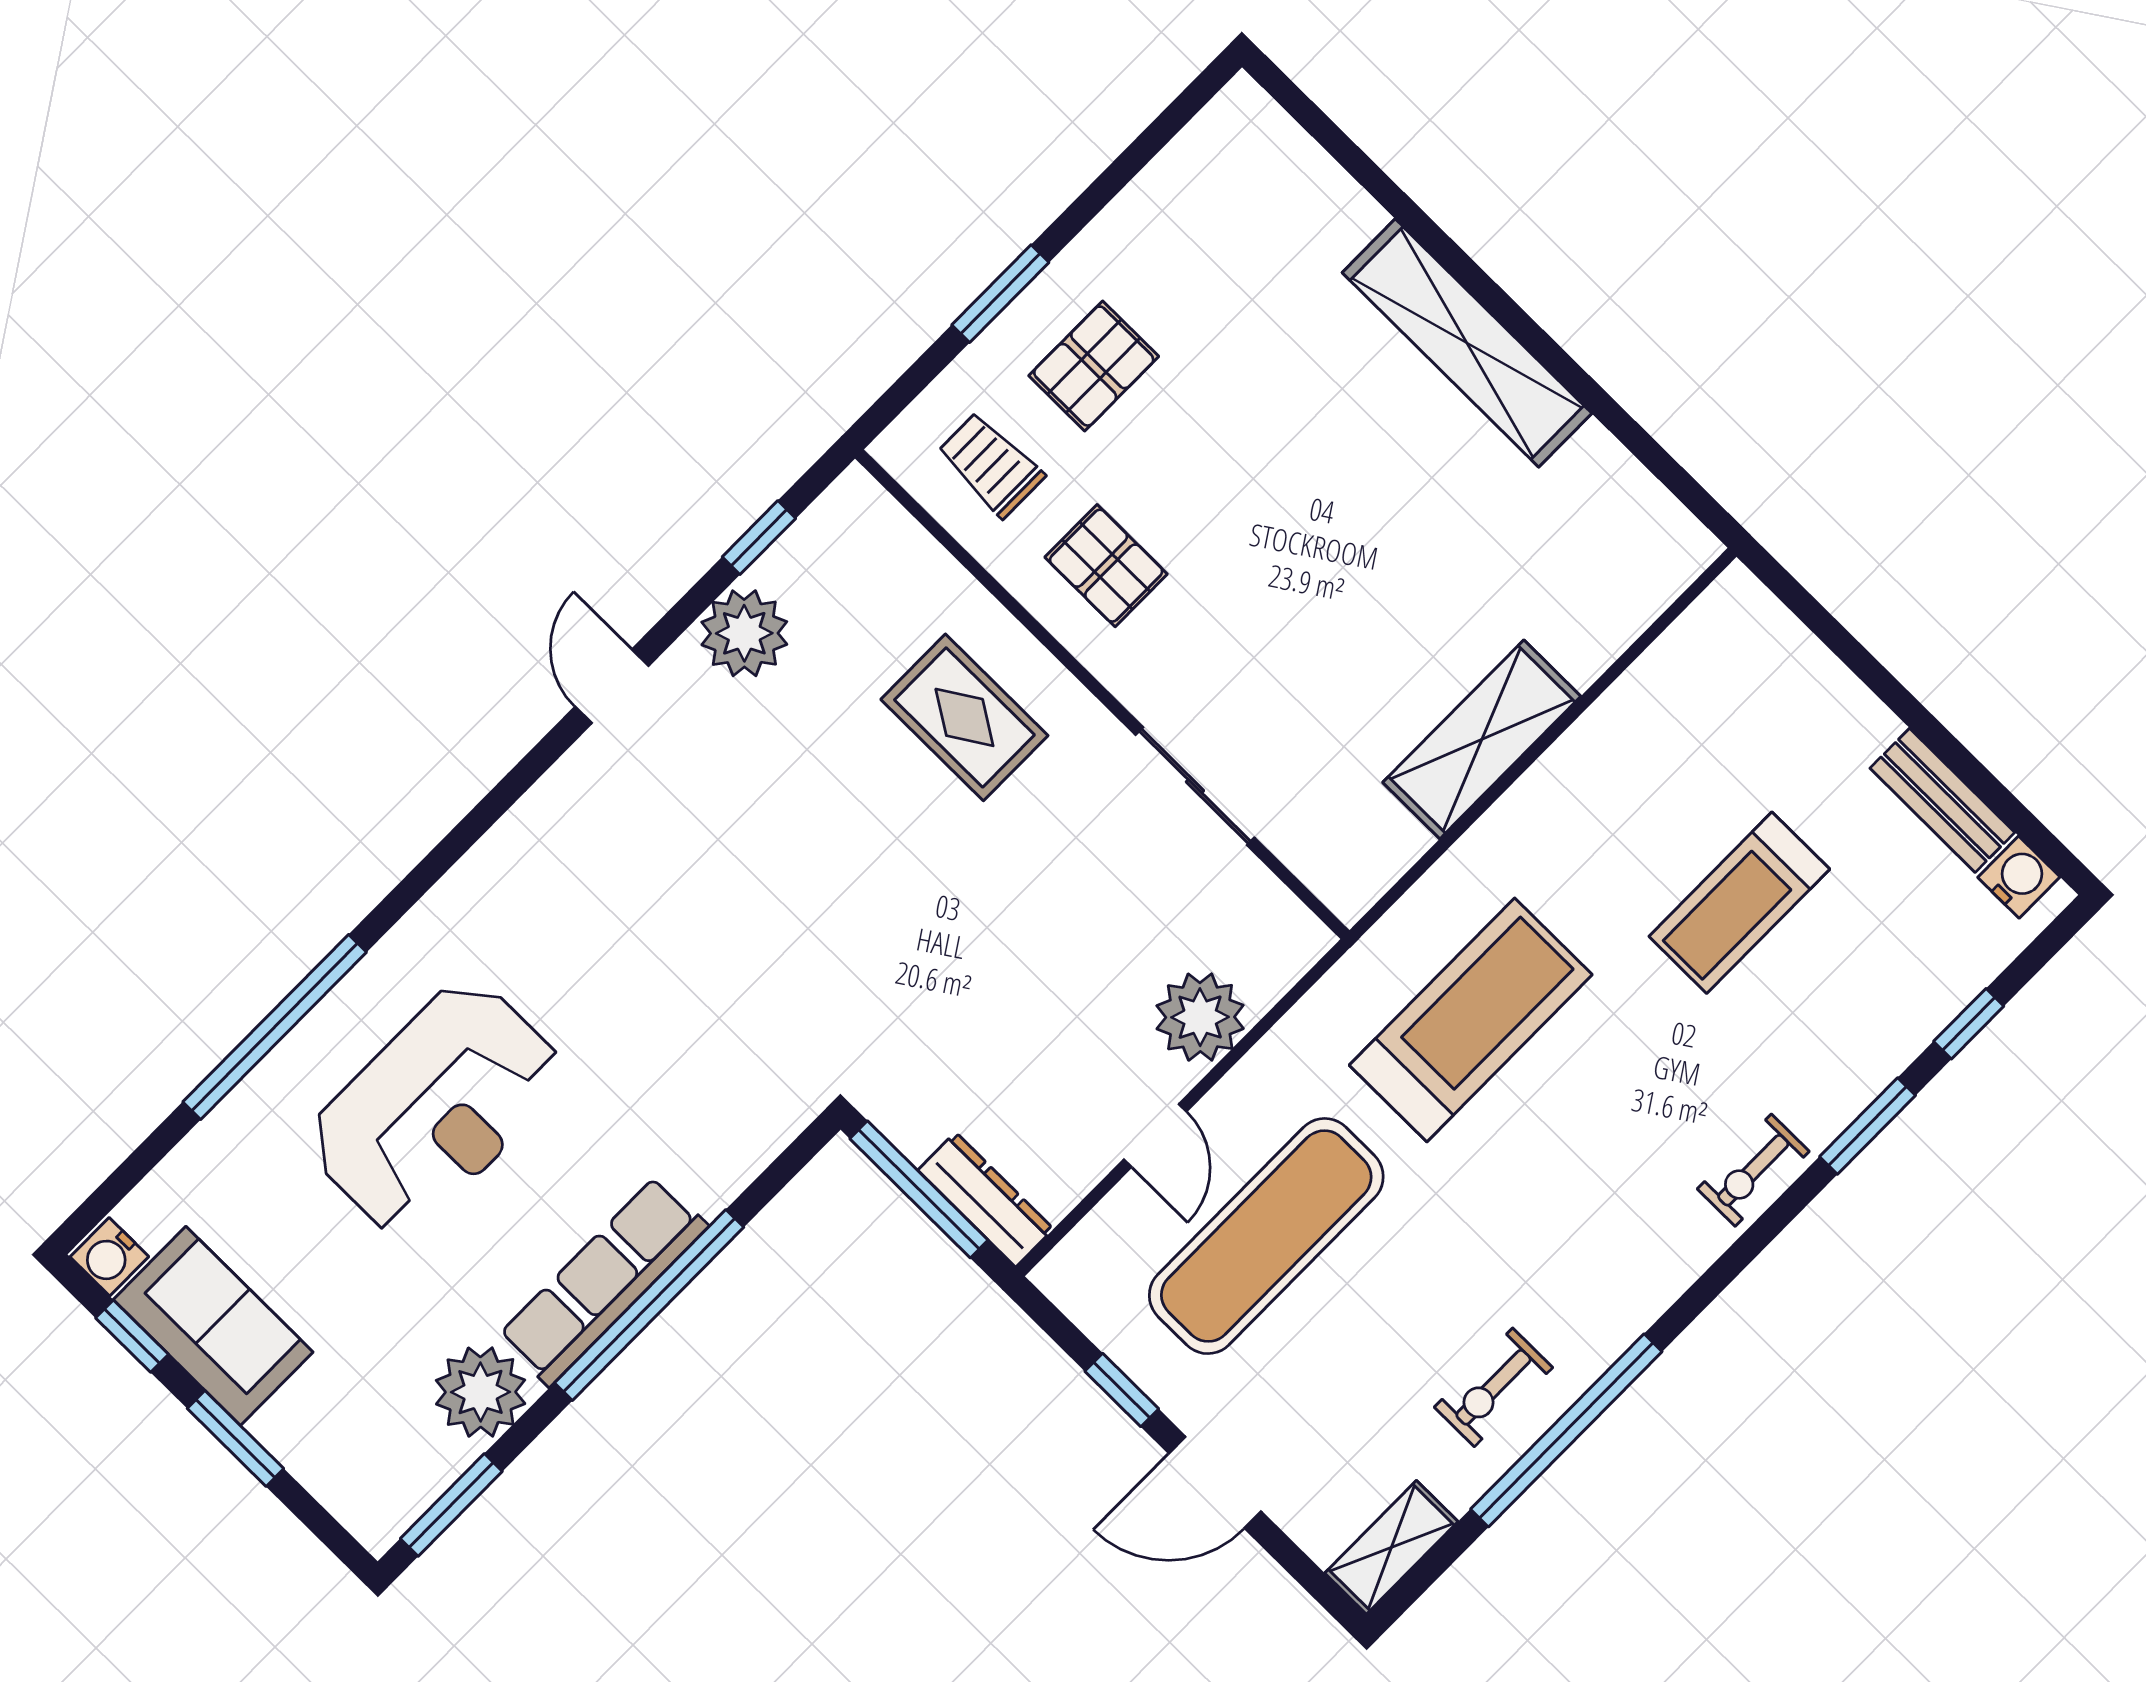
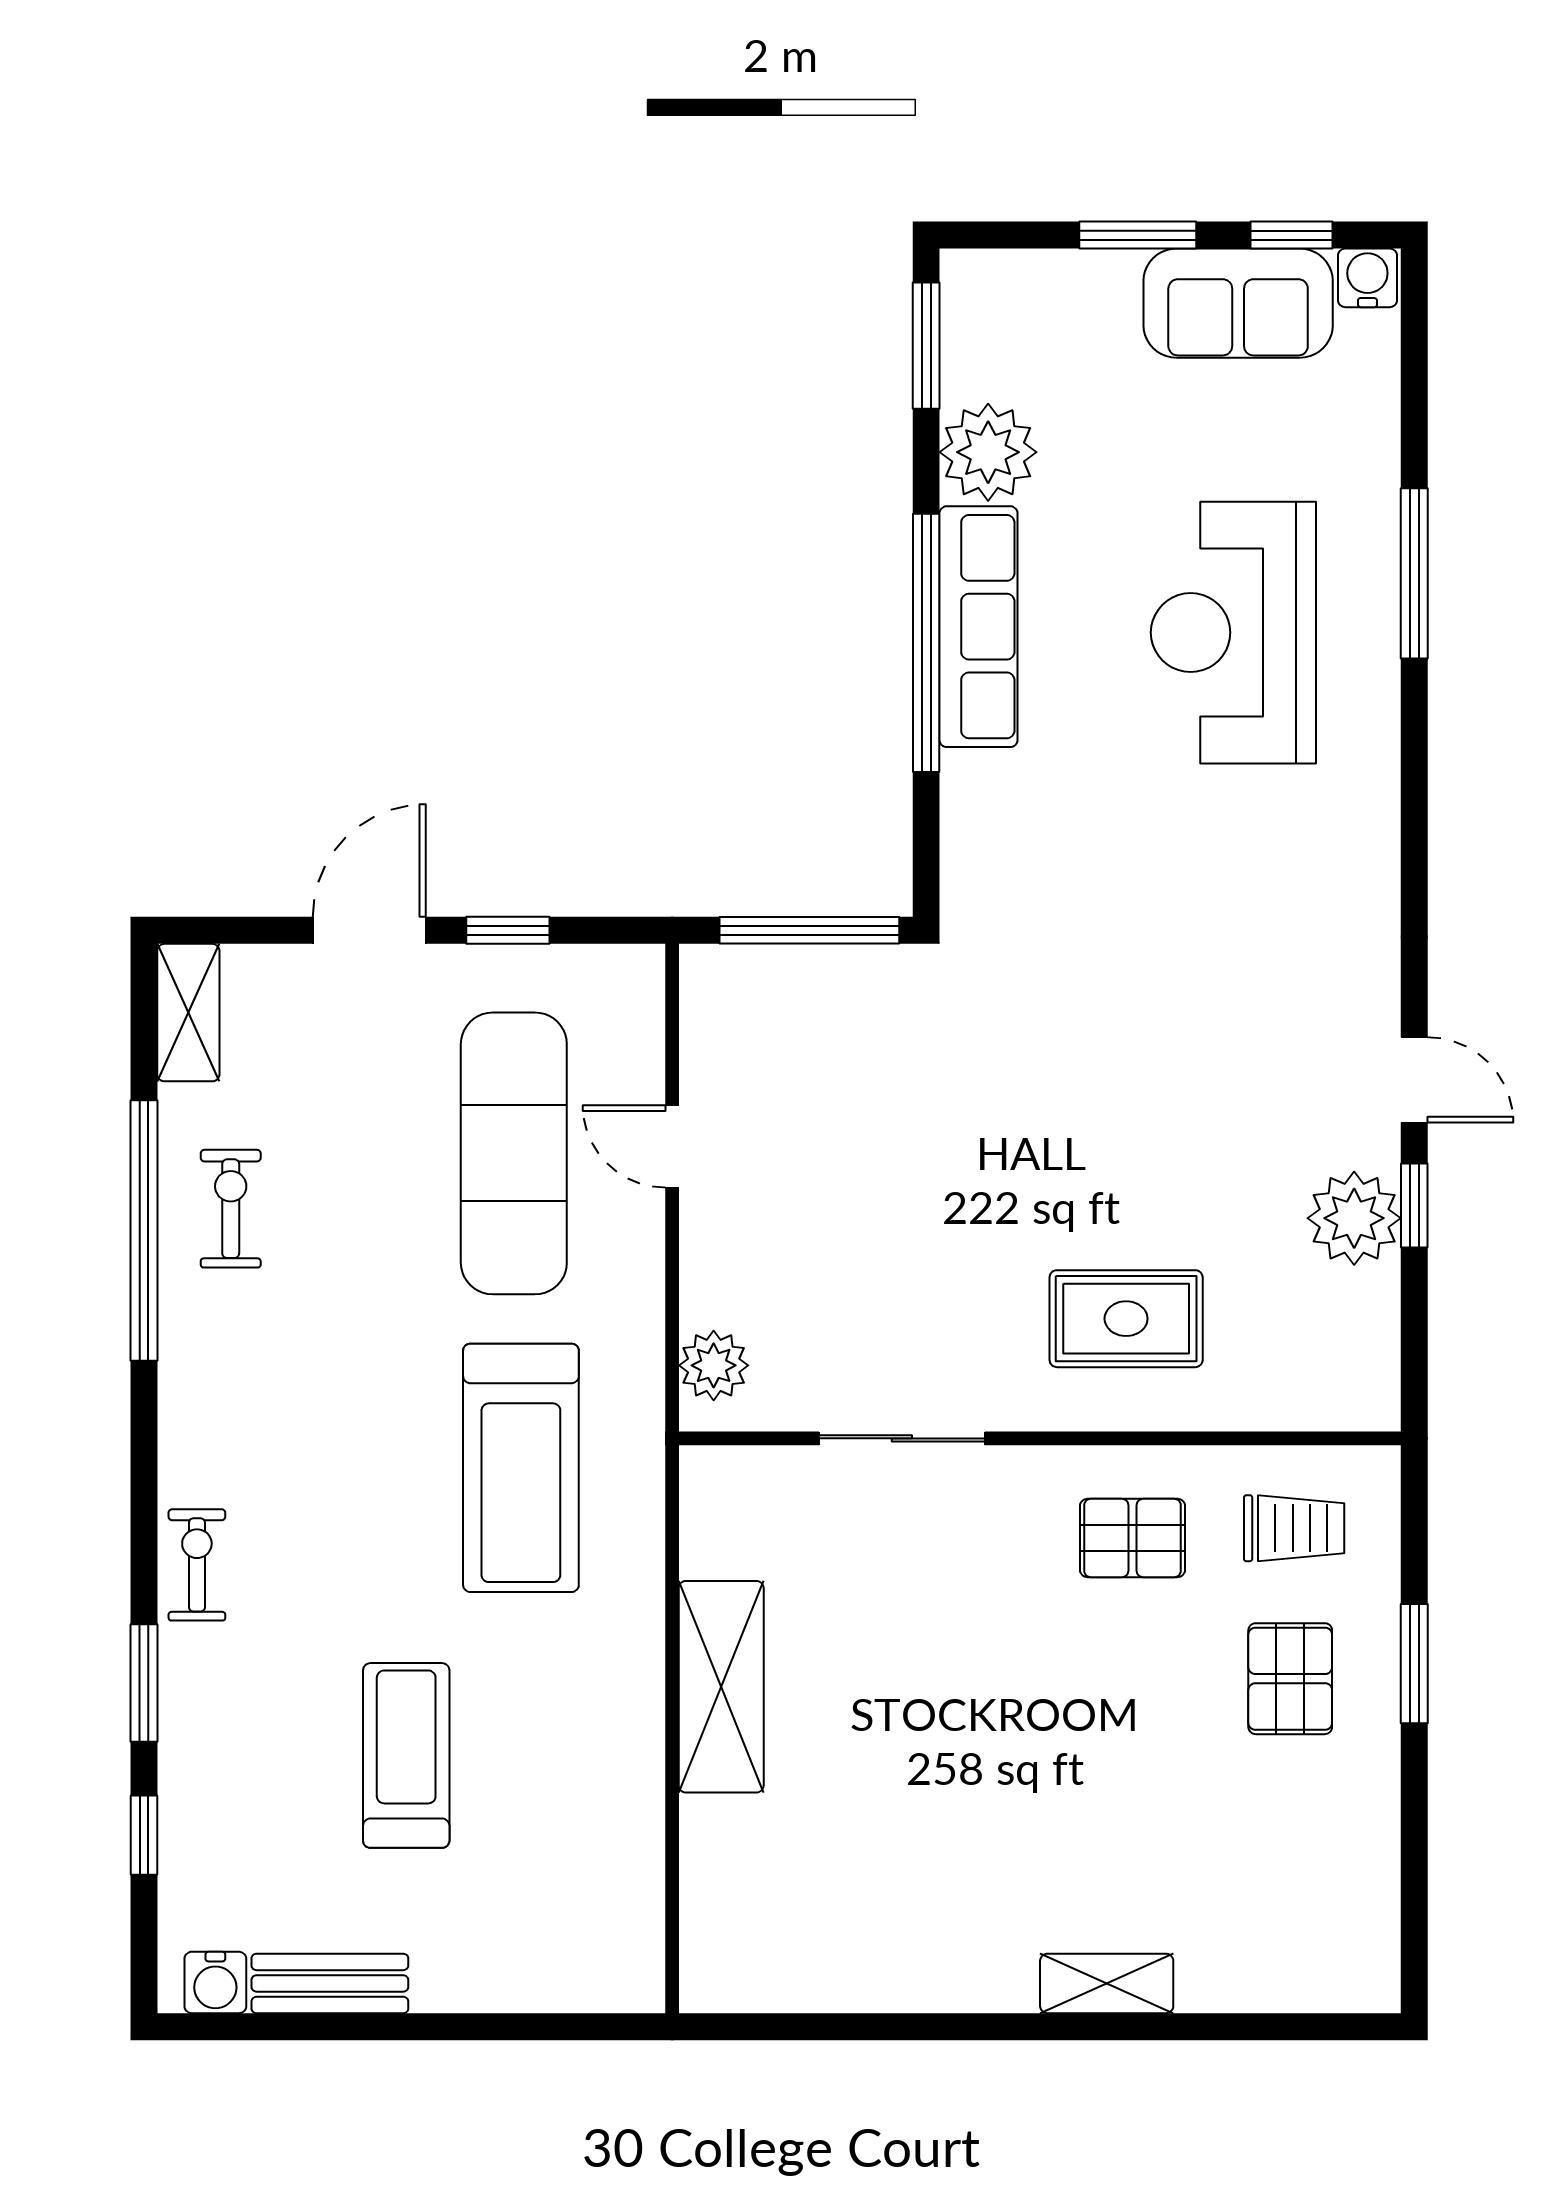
shelving: (1467, 343) -> (1107, 1983), width x0.45, depth x0.75
window: (759, 538) -> (1414, 1206), moved
plant: (1200, 1017) -> (714, 1365), moved, width x0.73, depth x0.73
window: (275, 1027) -> (1414, 573), width x0.68
dresser: (986, 1200) -> (752, 972), removed

